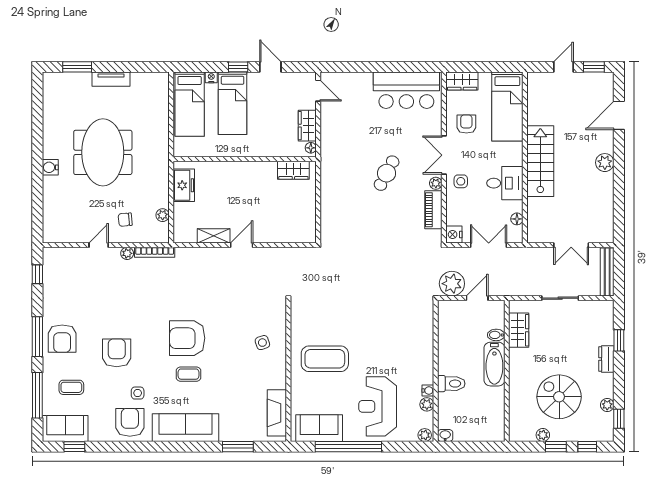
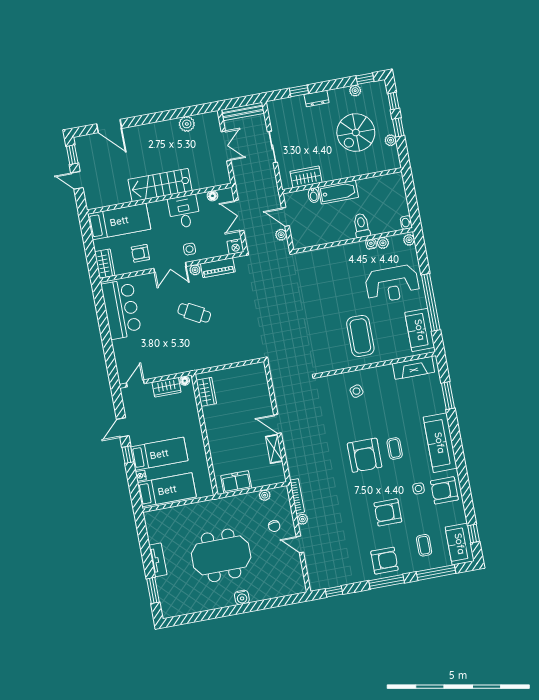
plant: (605, 163) -> (187, 124), moved
plant: (452, 284) -> (281, 235), width x0.53, depth x0.53

